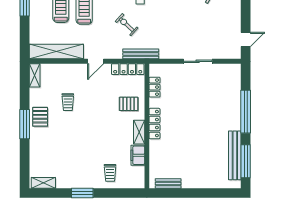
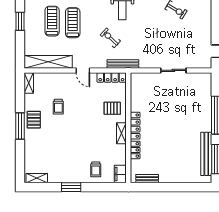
door: (96, 61) -> (83, 70), hinge flipped
locker: (155, 87) -> (135, 150), moved
filing cabinet: (138, 155) -> (120, 174), moved

